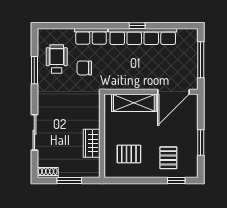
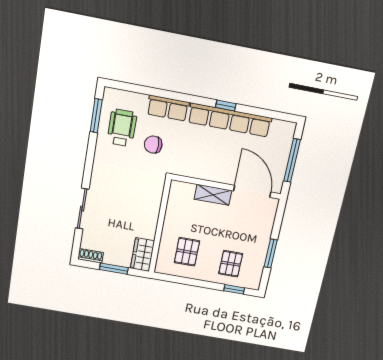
window: (34, 70) -> (96, 116), moved
door: (173, 92) -> (252, 191), swing flipped
shelving: (134, 103) -> (213, 195), width x0.67, depth x0.75
wardrobe: (92, 143) -> (142, 255), moved
pallet: (129, 154) -> (187, 252), turned 90

